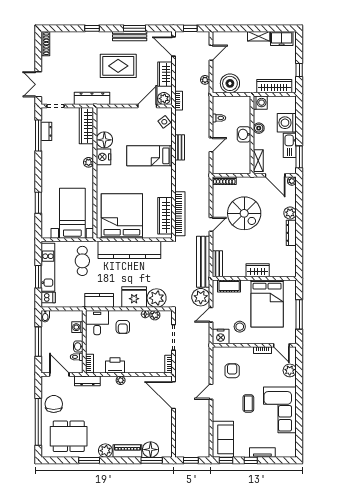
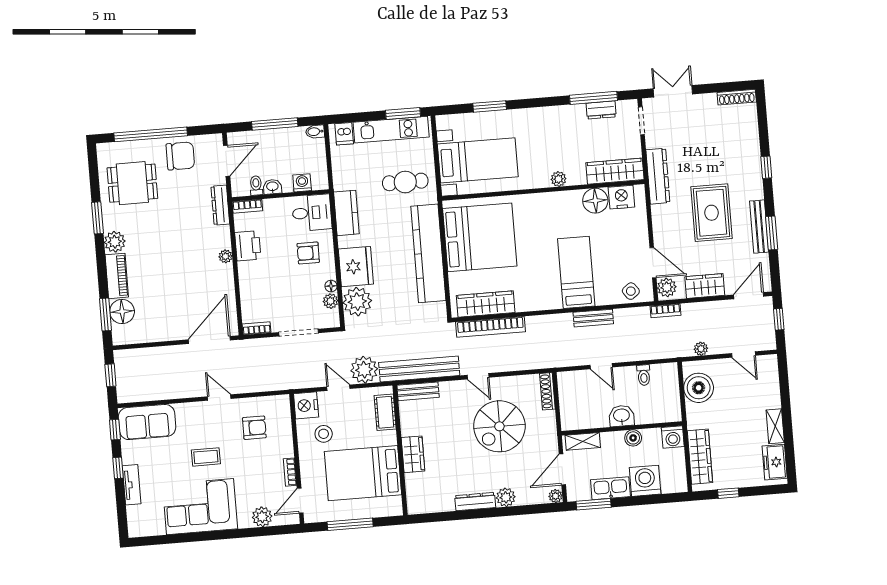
nightstand: (103, 157) -> (621, 197), moved
window: (38, 277) -> (403, 114), moved
dining table: (69, 436) -> (132, 183), width x0.73

